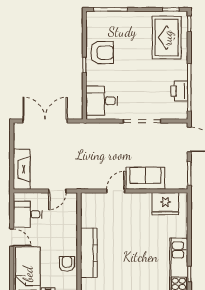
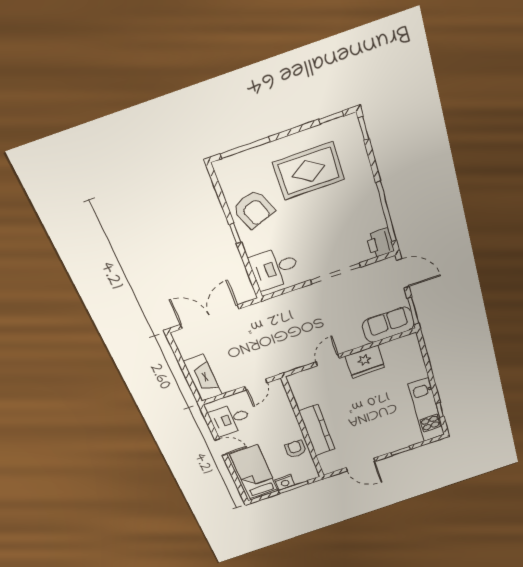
rug: (167, 38) -> (309, 171), moved, turned 90
armchair: (102, 53) -> (254, 209), turned 69
printer: (179, 91) -> (380, 243), moved
sofa: (145, 178) -> (388, 325), moved
fridge: (165, 204) -> (365, 362), moved

